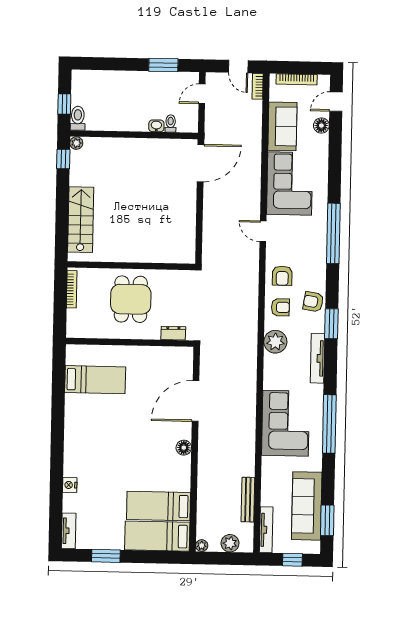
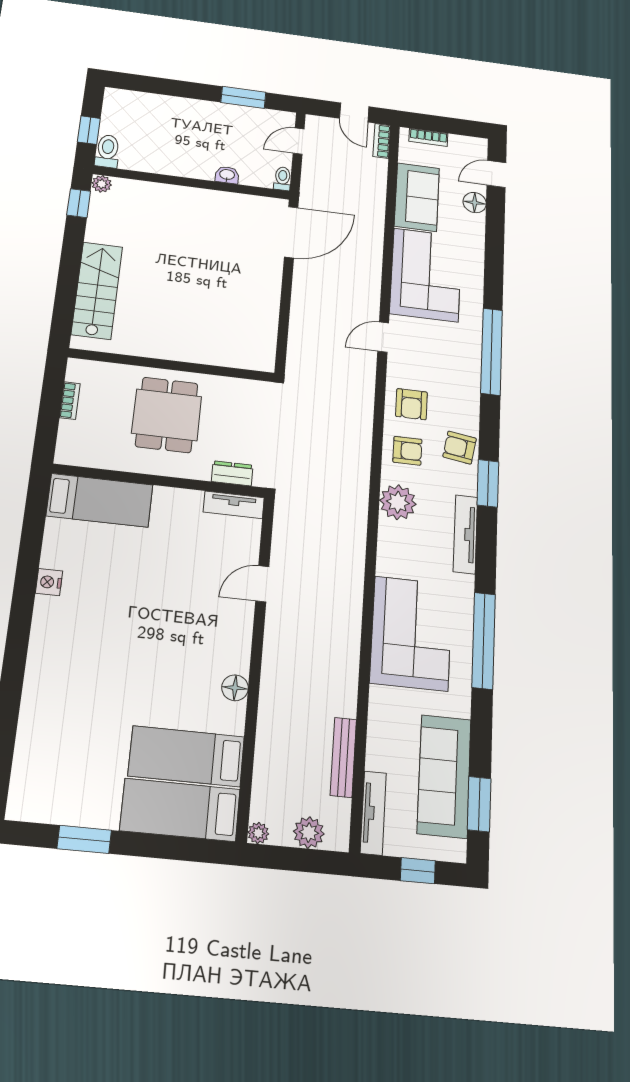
bookcase: (297, 79) -> (428, 137), width x0.64
toilet: (171, 123) -> (282, 179), moved
door: (263, 231) -> (383, 337), hinge flipped
bookcase: (72, 289) -> (70, 401), width x0.64
bed: (95, 380) -> (100, 500), moved
door: (196, 401) -> (262, 584), width x0.53
floor lamp: (184, 448) -> (235, 688), moved
nightstand: (70, 485) -> (49, 582), moved
tv unit: (69, 531) -> (234, 505), moved, turned 90

